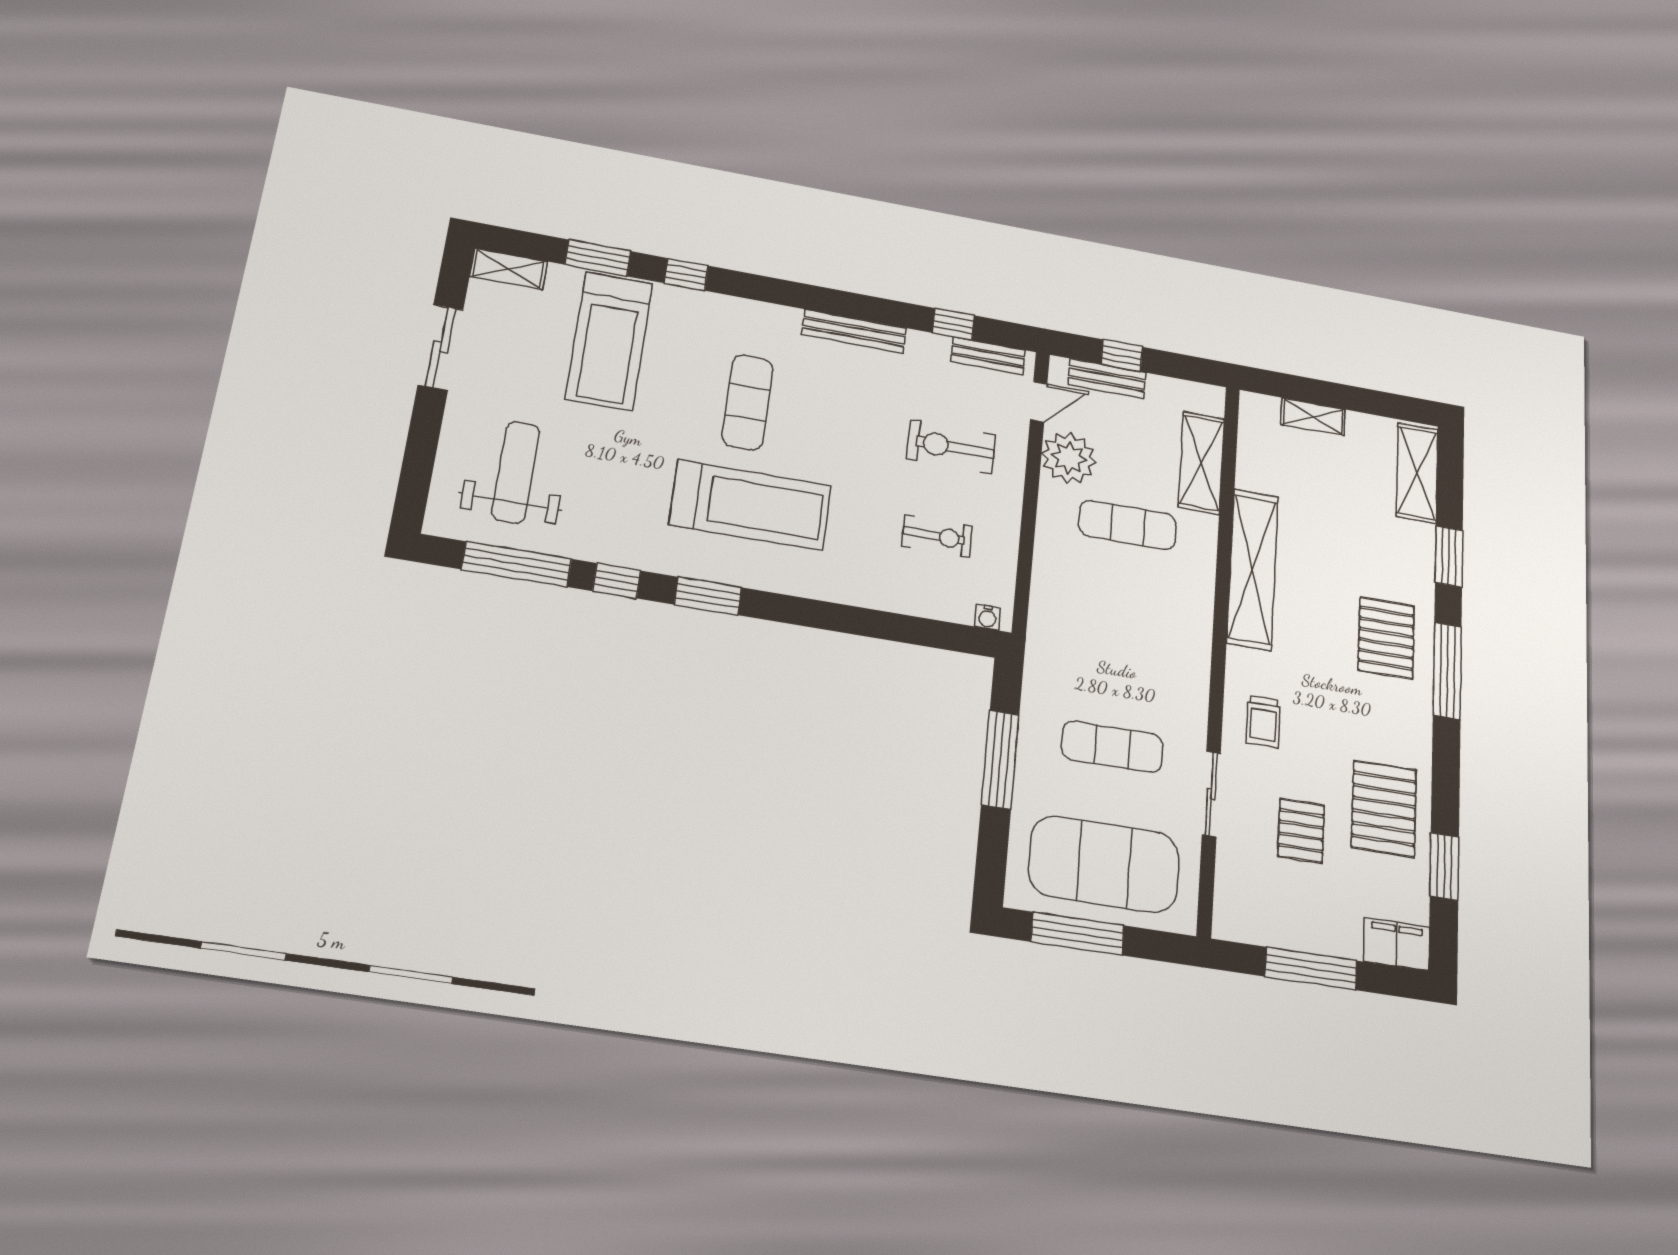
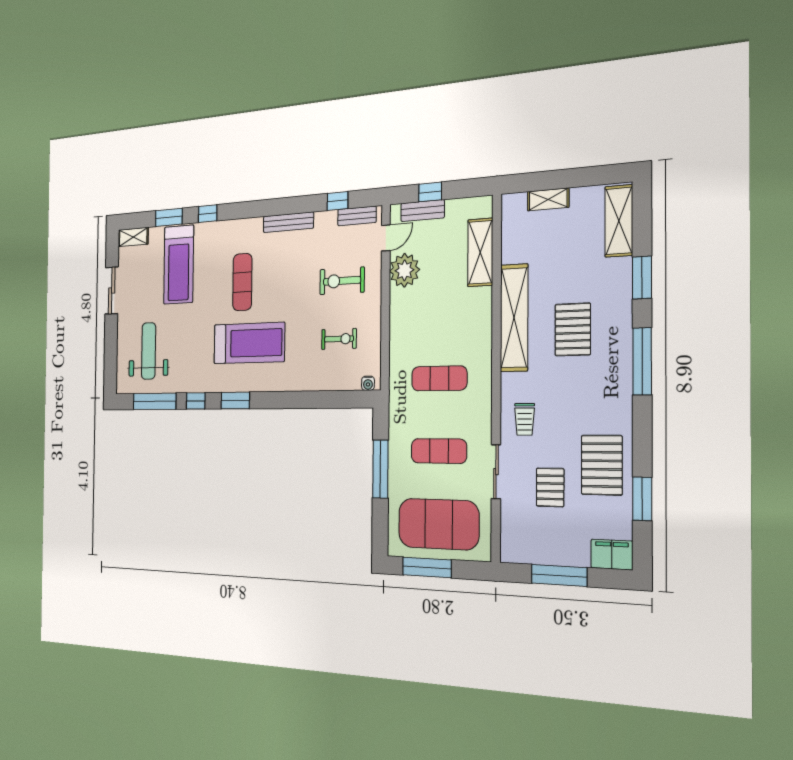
exercise mat: (1128, 525) -> (439, 378), moved
pallet: (1386, 638) -> (573, 329), moved

